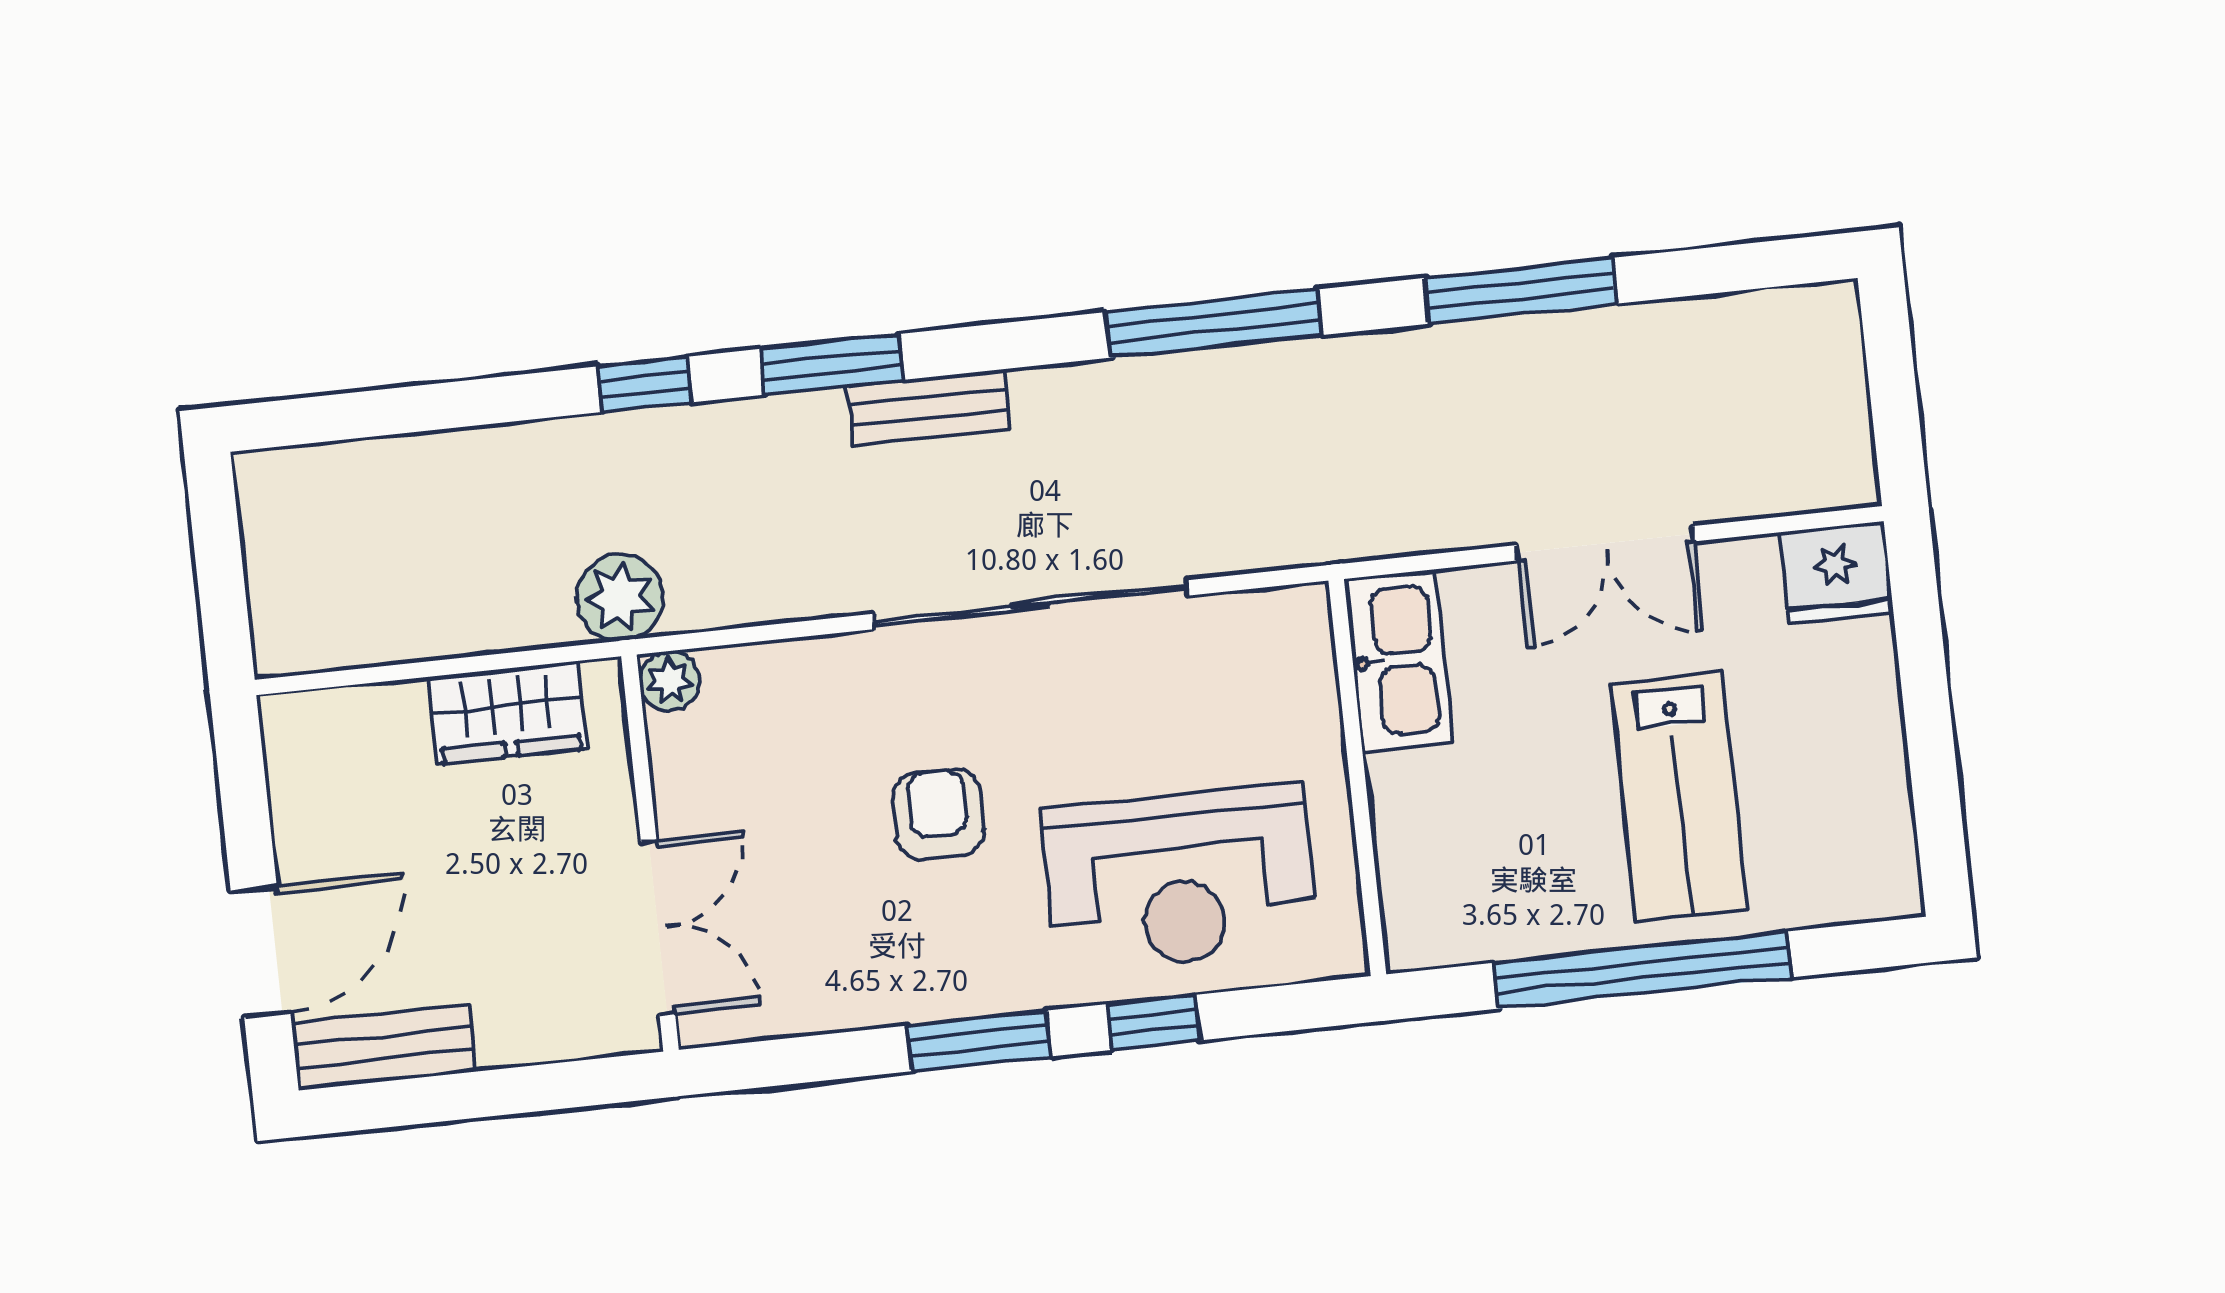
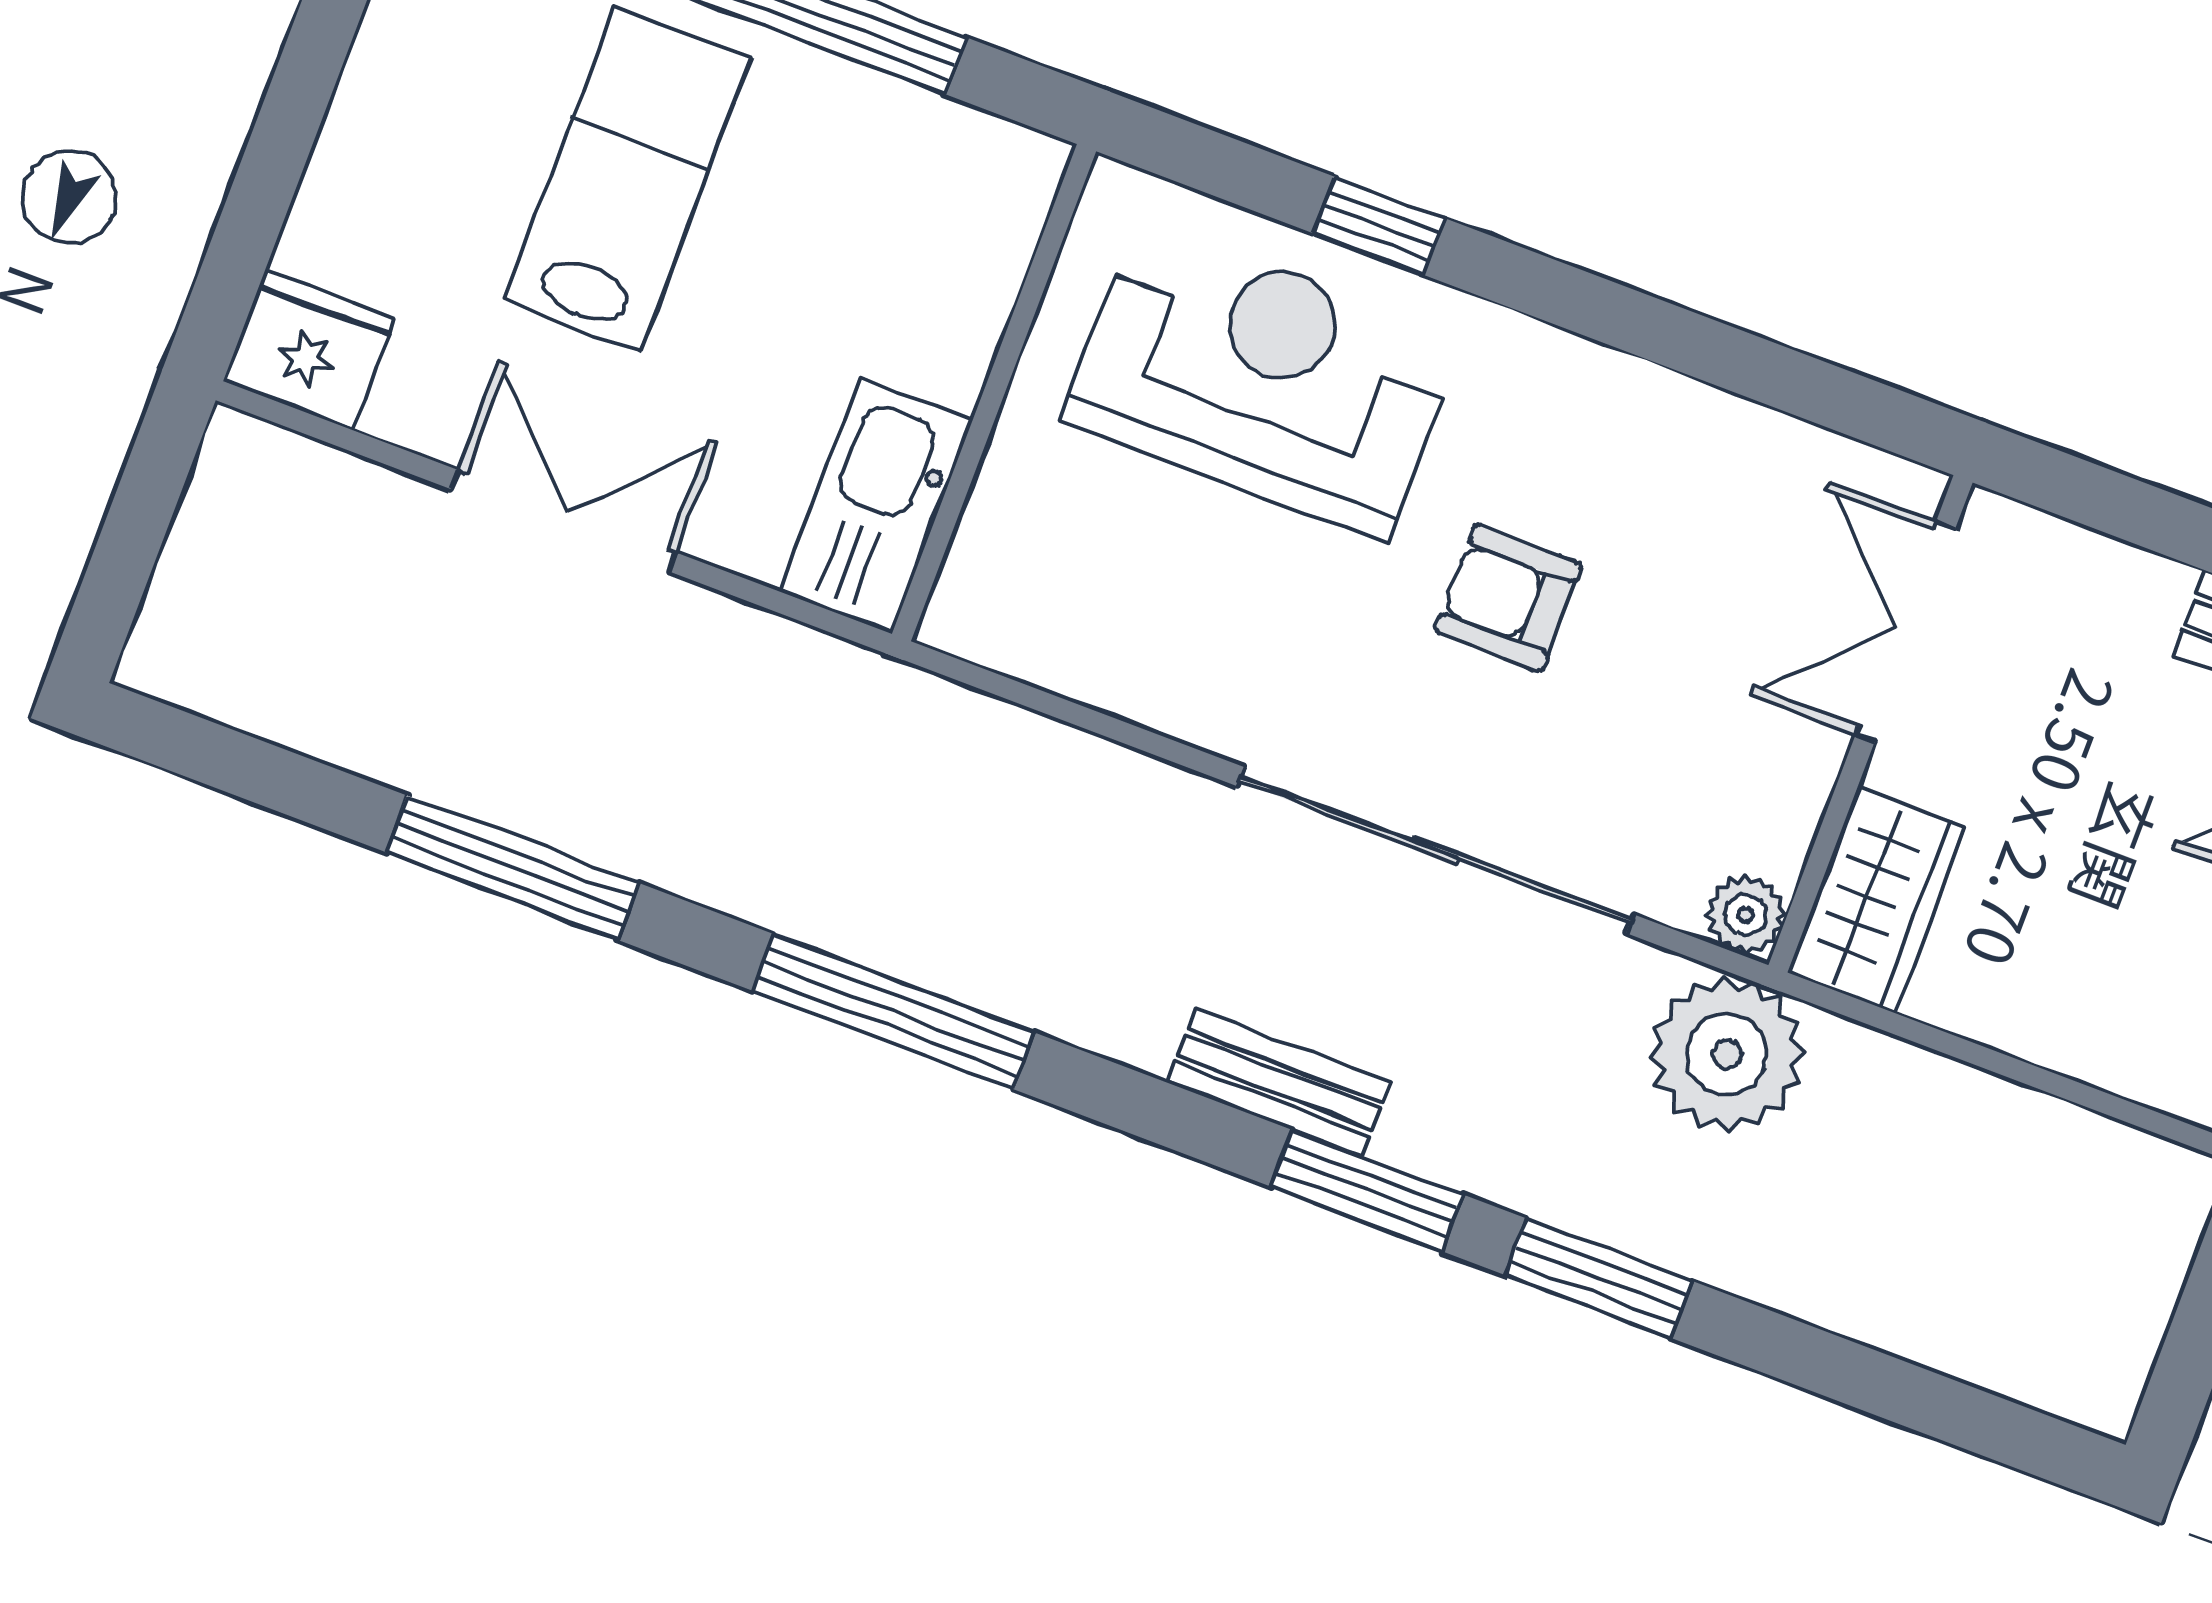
window: (644, 384) -> (1599, 1278), width x1.50
plant: (620, 597) -> (1727, 1054), width x1.36, depth x1.36
sliding door: (1030, 605) -> (1435, 850), moved
wardrobe: (507, 712) -> (1876, 900), moved, turned 90
armchair: (938, 814) -> (1508, 598), turned 90
window: (979, 1041) -> (1595, 307), removed

